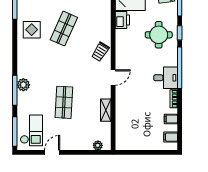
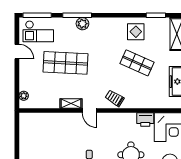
shop shelf: (64, 102) -> (65, 63), width x1.43, depth x1.36
shelving: (106, 110) -> (71, 103), moved

